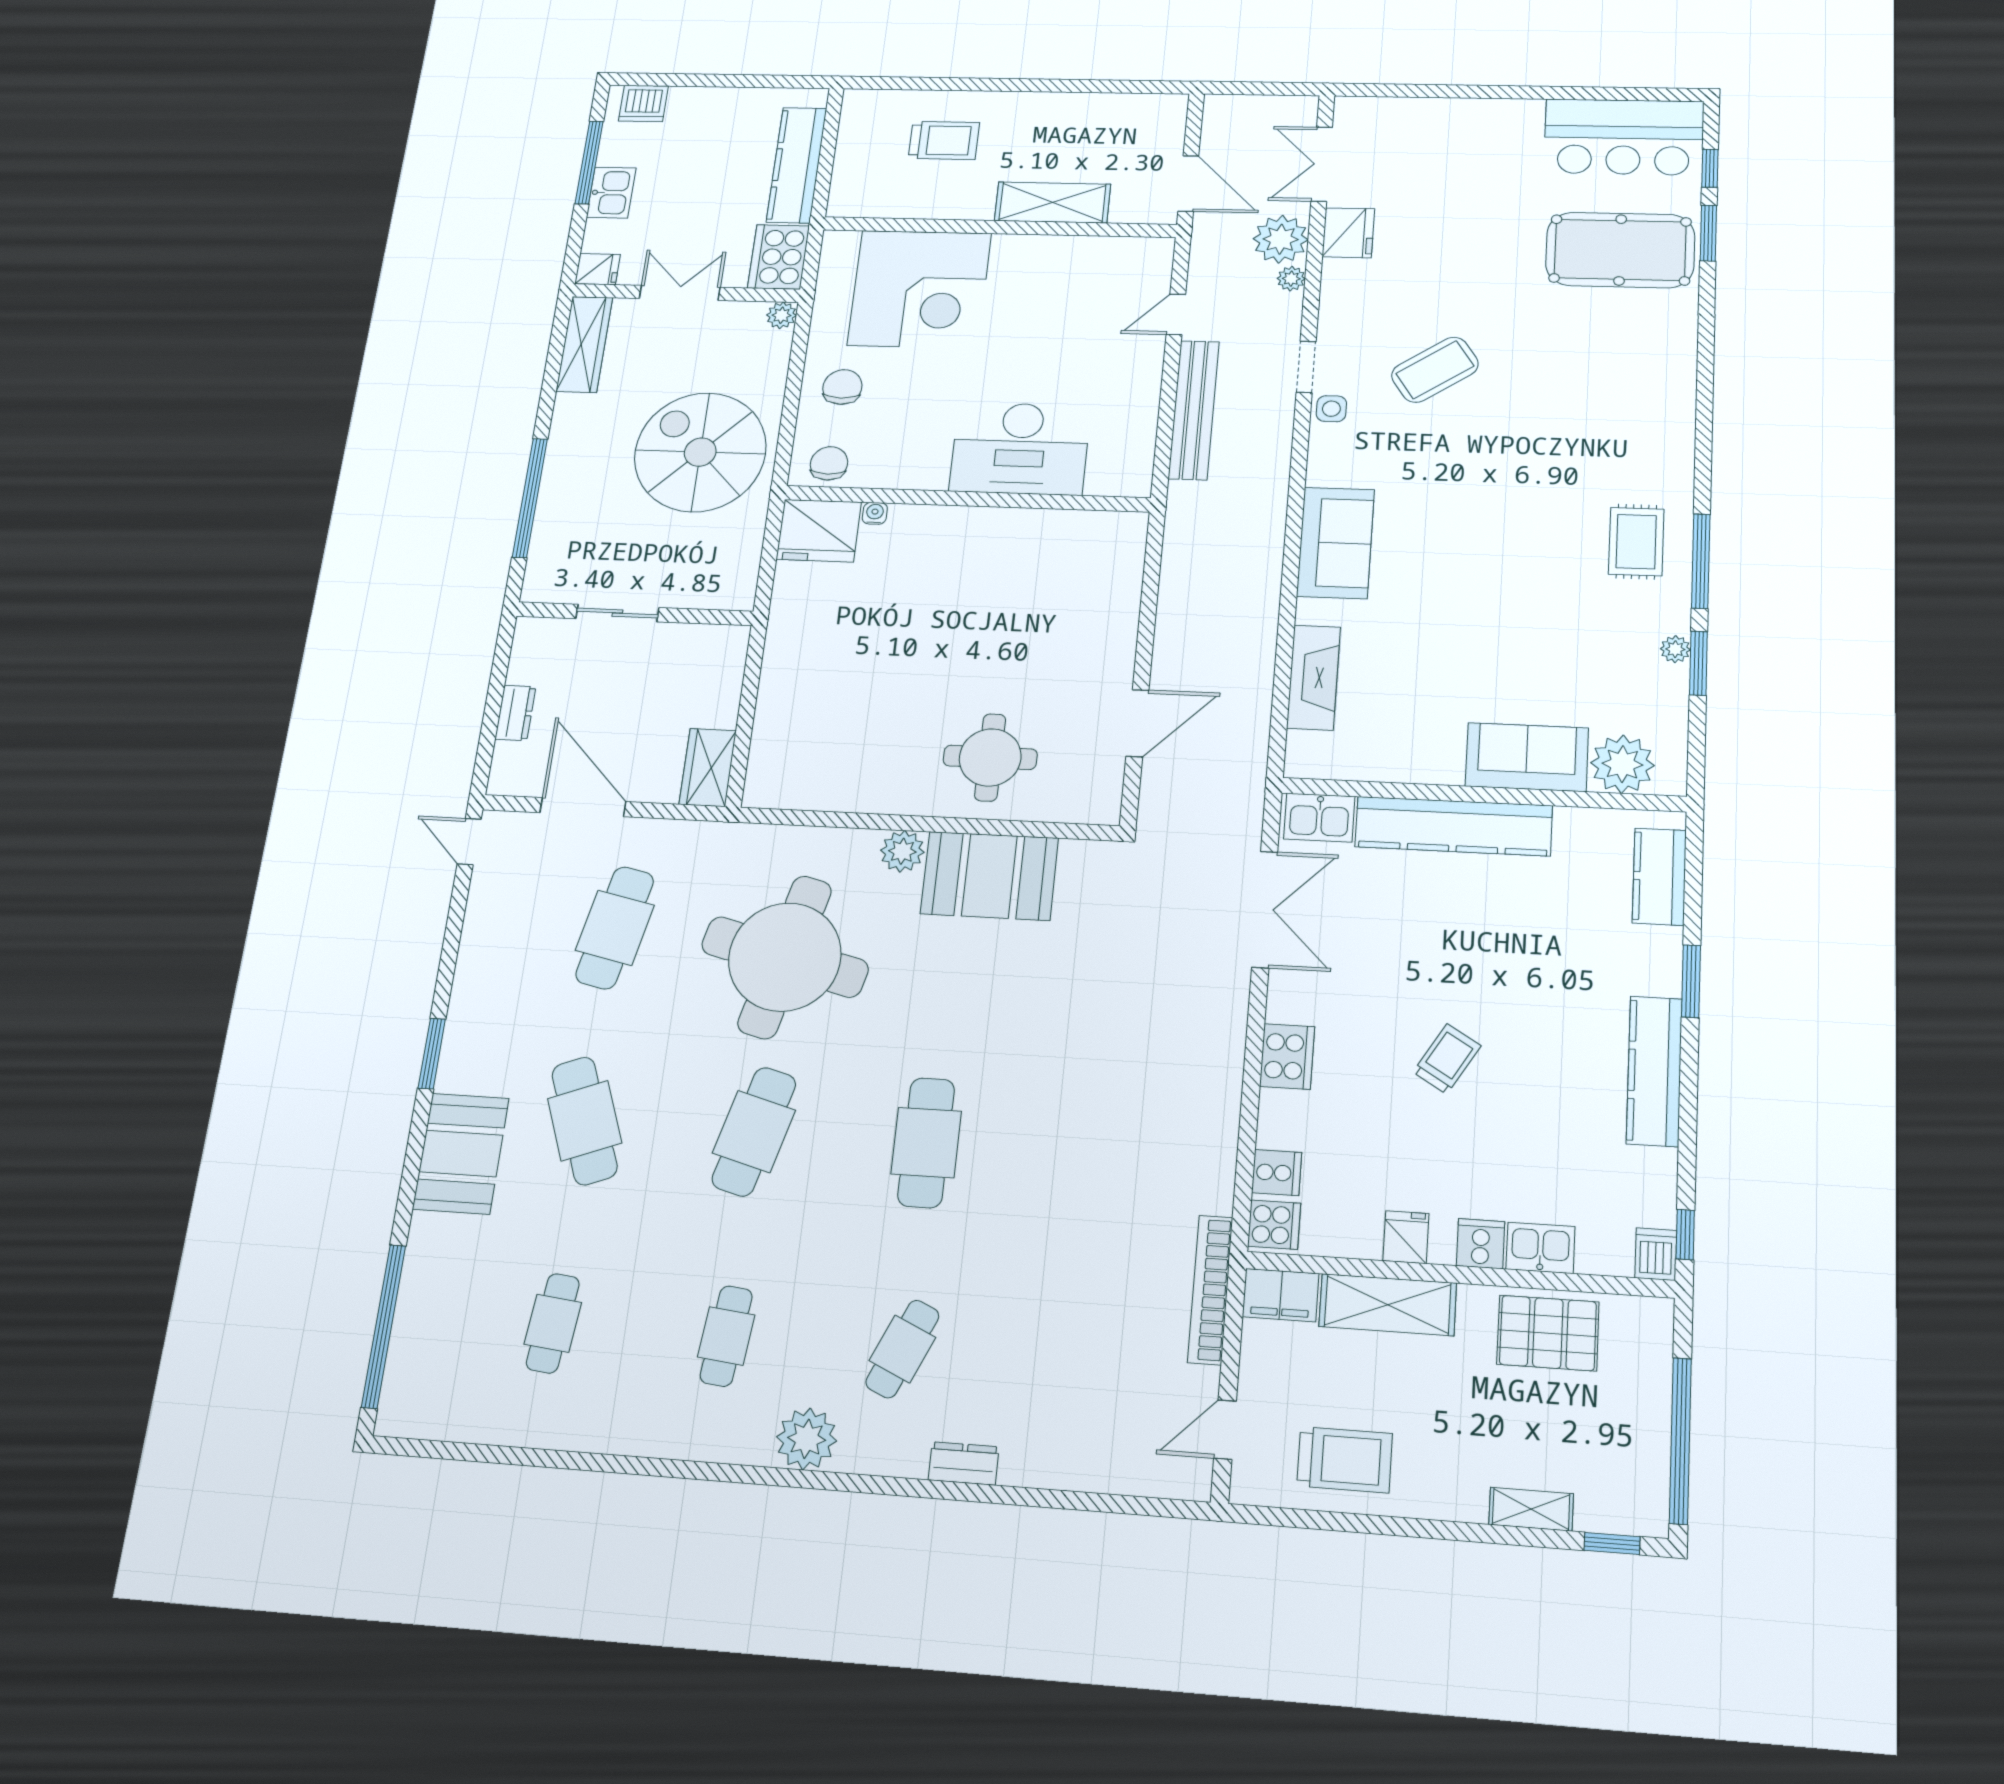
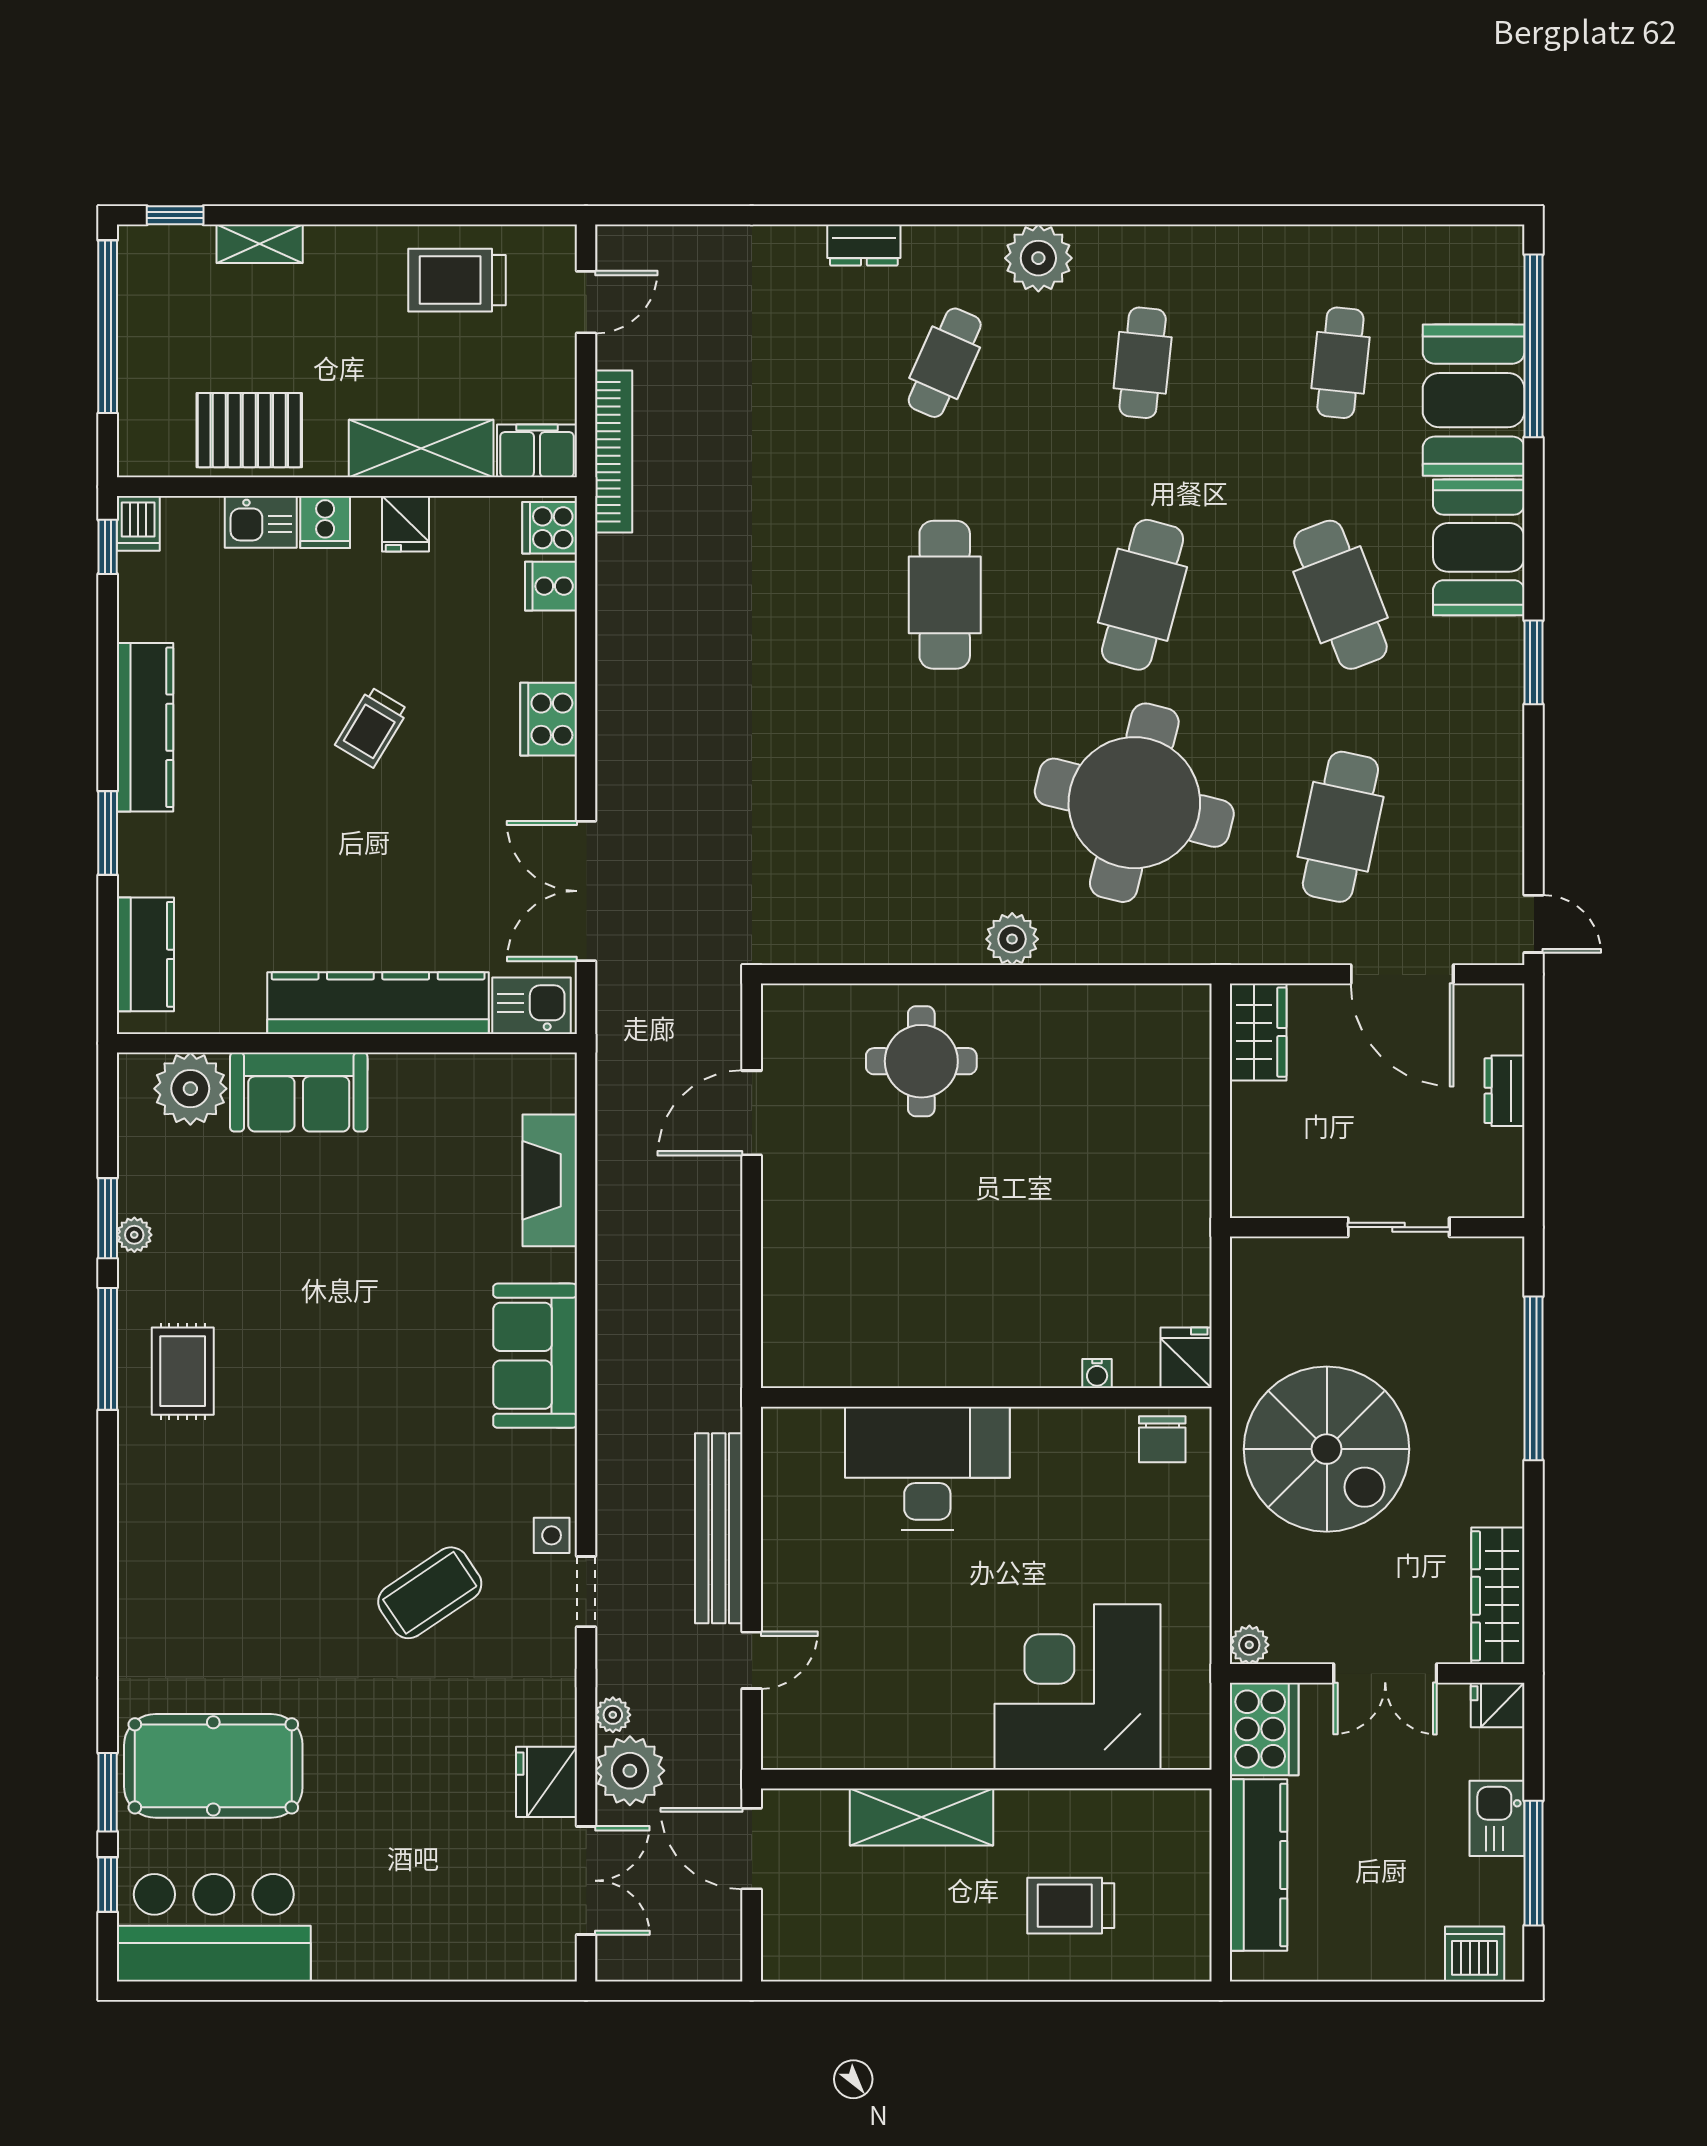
chair: (842, 387) -> (1159, 1546), removed
fridge: (819, 531) -> (1186, 1358), width x0.53, depth x0.75
booth: (989, 876) -> (1474, 400), moved, turned 90

